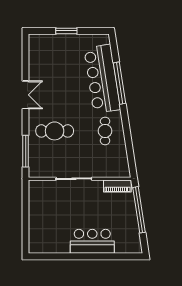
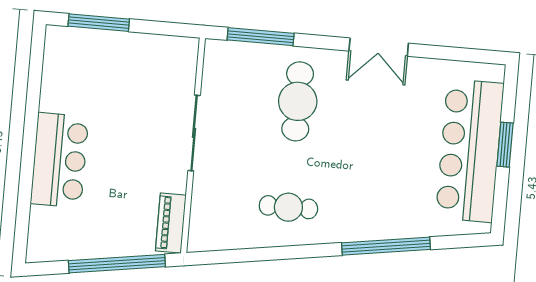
bar counter: (102, 79) -> (470, 151), moved, turned -81
window: (26, 228) -> (99, 23), added

